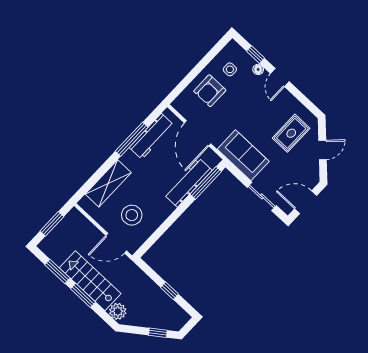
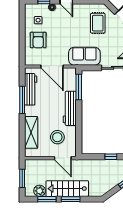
workbench: (188, 182) -> (70, 108), moved
door: (116, 243) -> (63, 158), hinge flipped
plant: (118, 311) -> (40, 191), moved

